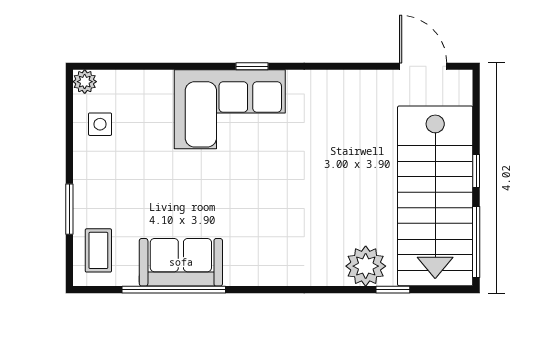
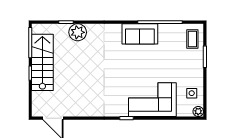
corner sofa: (230, 109) -> (152, 100), moved
stairs: (435, 196) -> (42, 62), width x0.73, depth x0.66
sofa: (181, 262) -> (140, 34), moved

